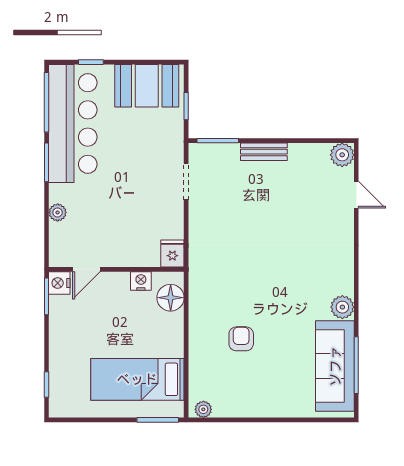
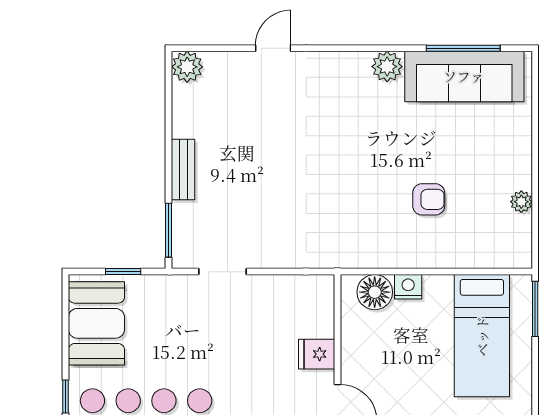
door: (356, 195) -> (273, 48), moved
fridge: (172, 253) -> (317, 354), moved
nightstand: (141, 281) -> (408, 287), moved, turned 90
armchair: (241, 339) -> (429, 199), turned 180
plant: (203, 409) -> (521, 202), moved

